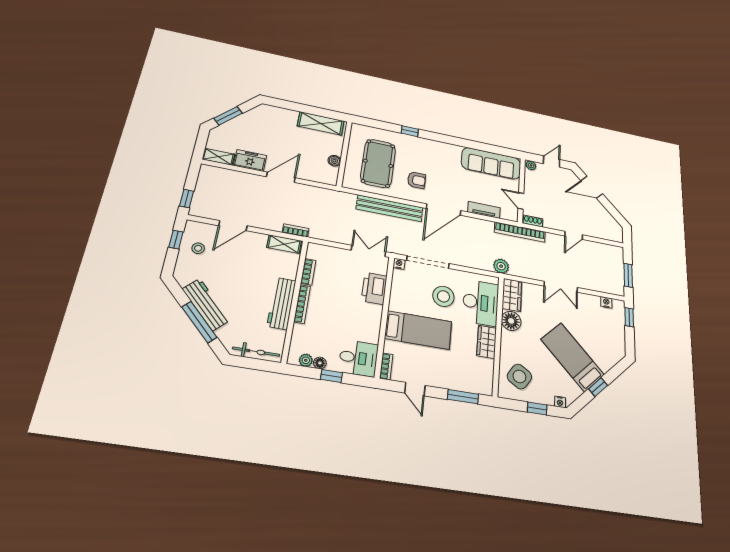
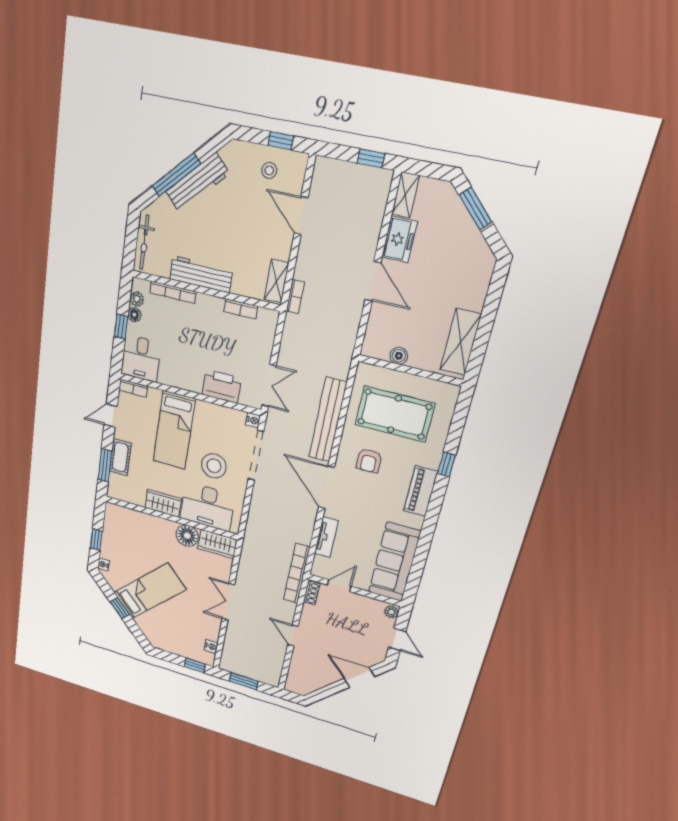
piano: (433, 147) -> (421, 491), added
door: (592, 187) -> (359, 678), hinge flipped
window: (187, 199) -> (371, 158), moved
plant: (501, 266) -> (252, 540), removed
bookcase: (302, 304) -> (173, 292), moved
side table: (519, 377) -> (128, 530), removed
cot: (452, 381) -> (120, 457), added

